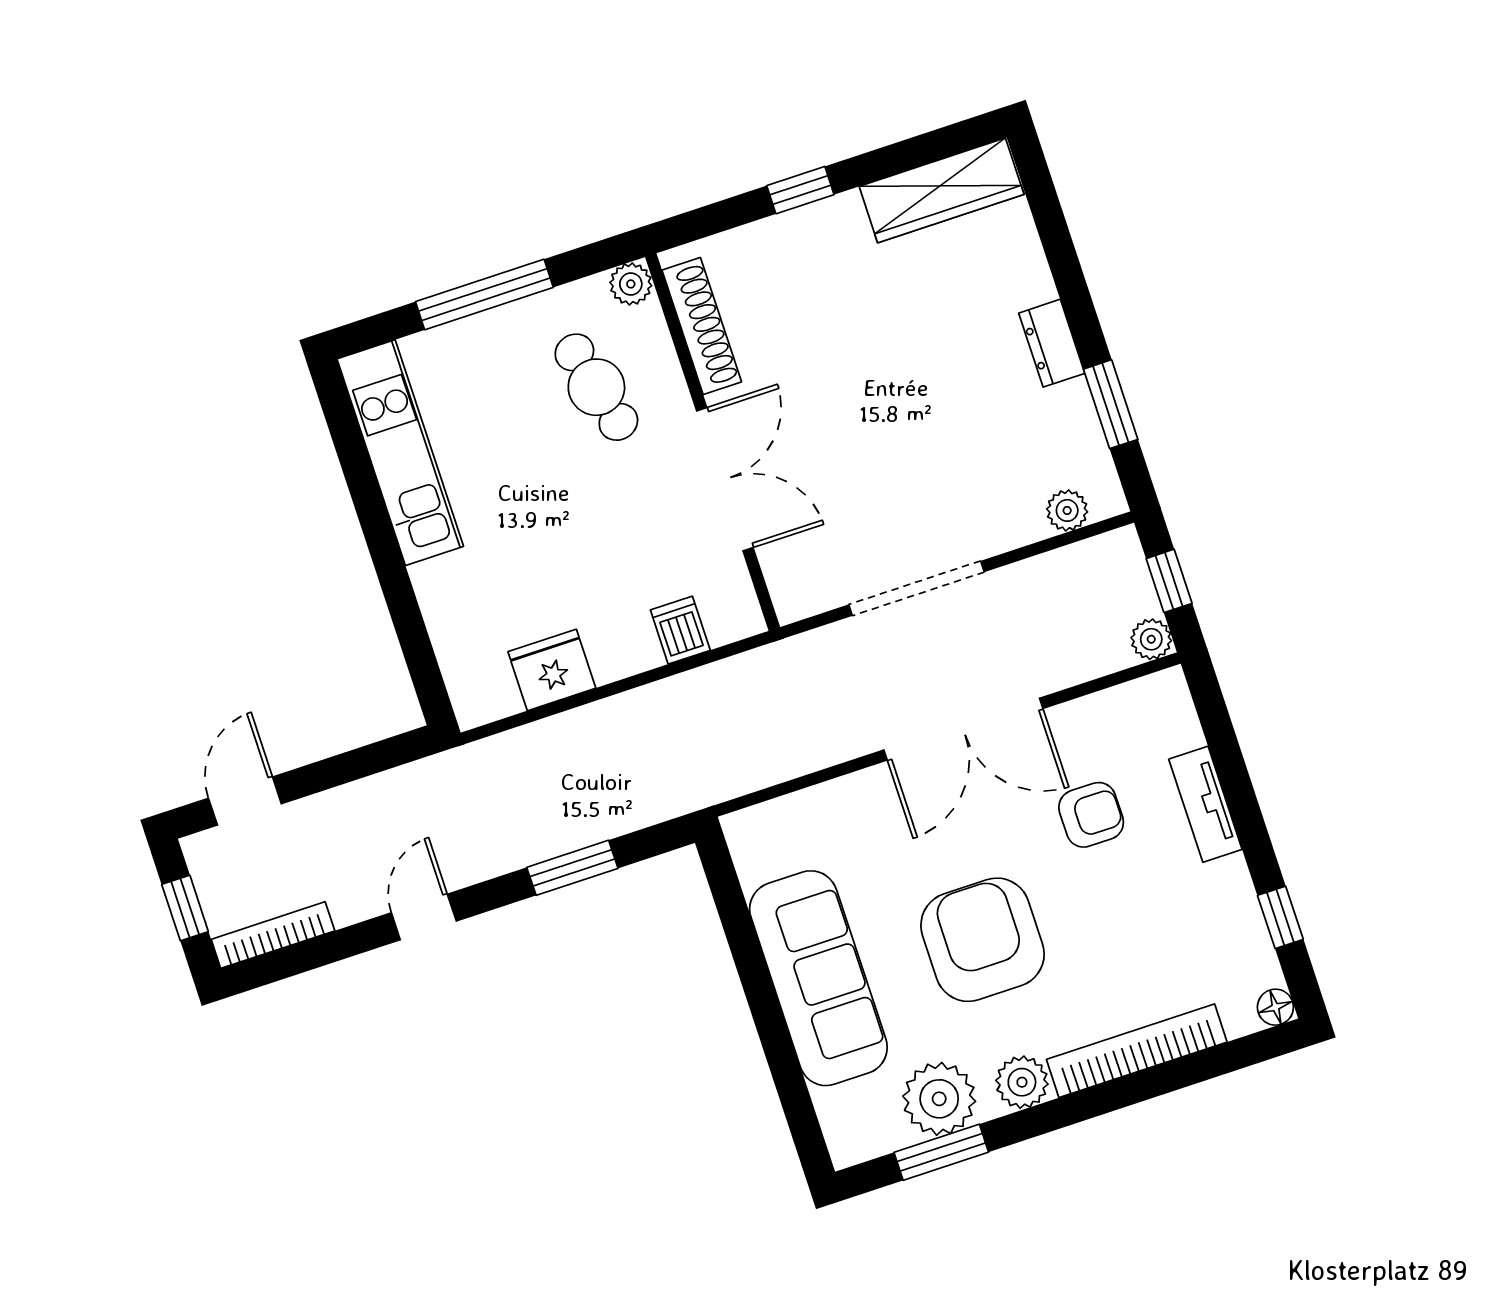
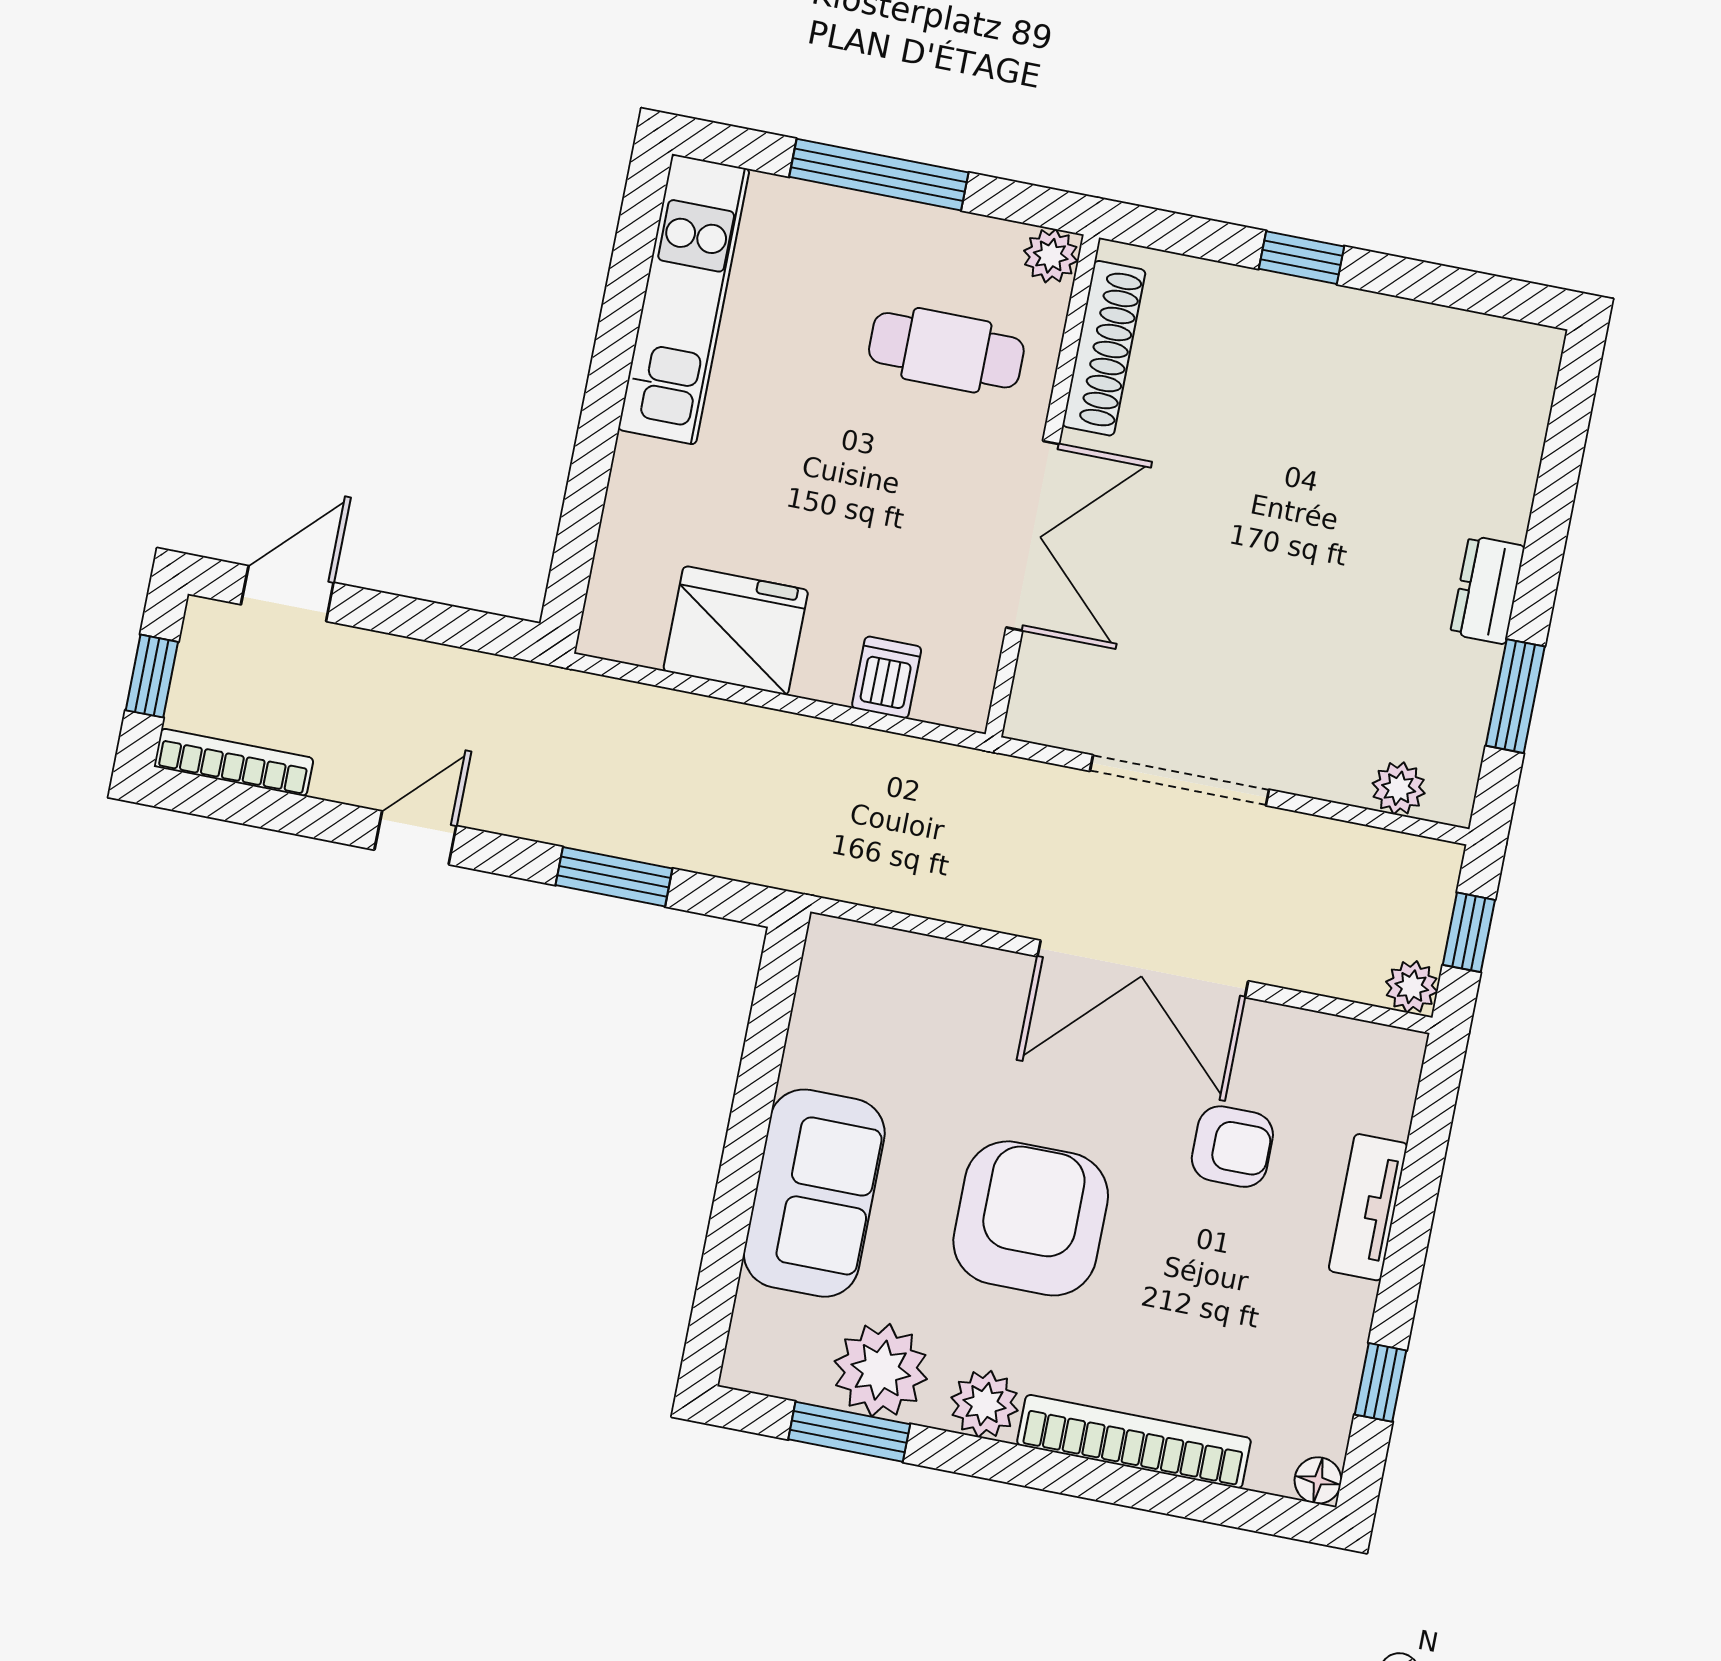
wardrobe: (942, 190) -> (1460, 348), removed
cafe table: (596, 387) -> (946, 350), turned -76
fridge: (552, 670) -> (736, 631), width x1.36, depth x1.34
sofa: (818, 978) -> (814, 1193), width x0.73

